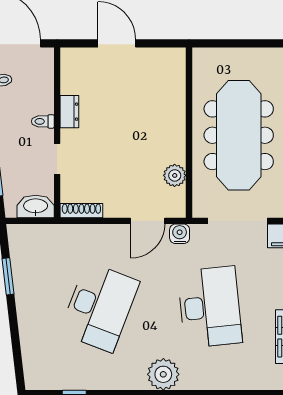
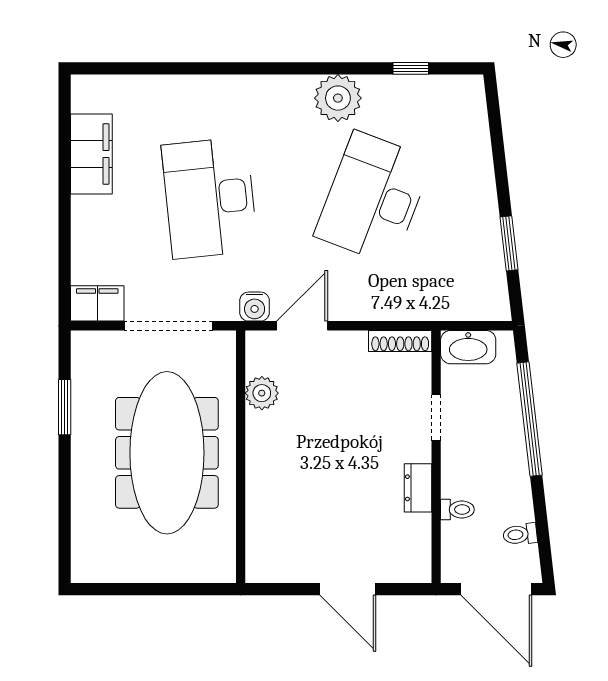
toilet: (43, 121) -> (457, 510), moved
plant: (163, 374) -> (338, 98), moved

